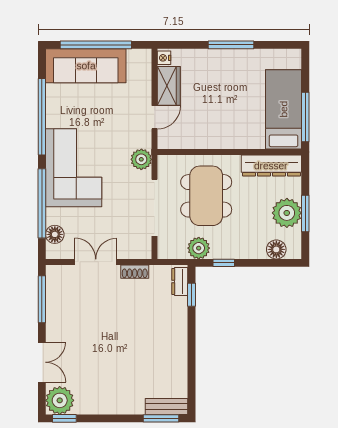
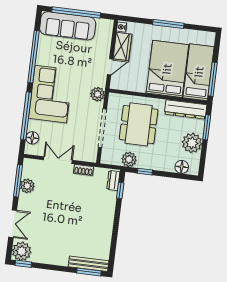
bed: (238, 110) -> (167, 69), added
window: (305, 214) -> (207, 127), moved
plant: (56, 305) -> (27, 186), added
bench: (167, 406) -> (89, 264), width x1.36

